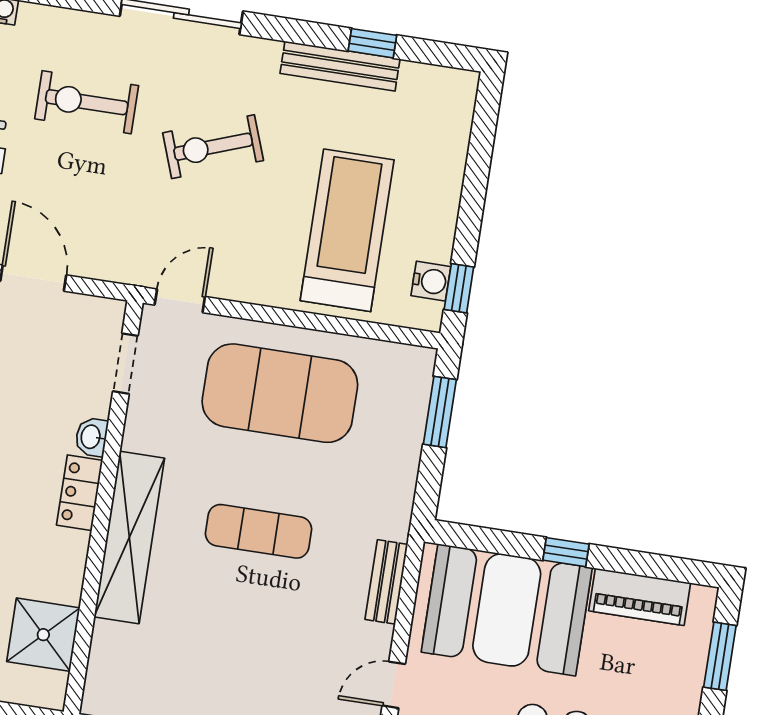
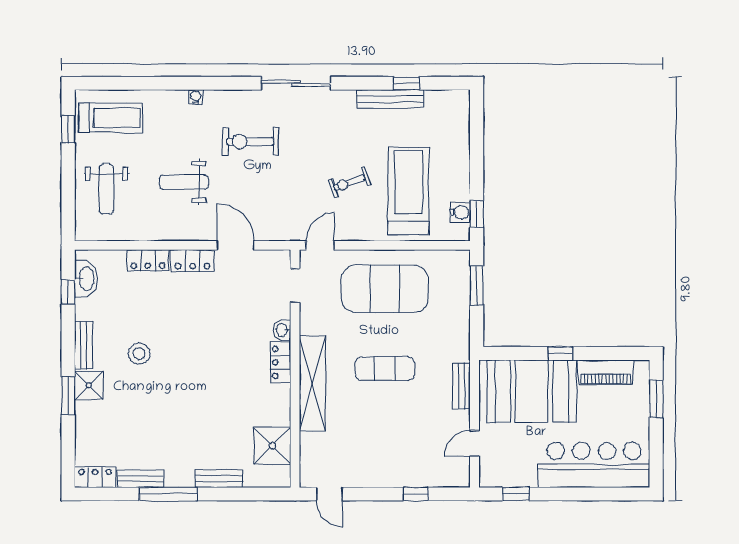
exercise bike: (213, 147) -> (349, 182), moved, width x0.73, depth x0.72

